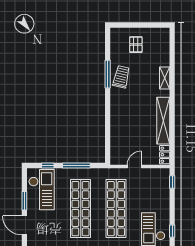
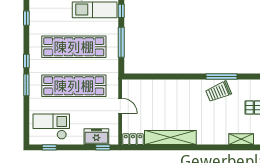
trolley: (121, 77) -> (218, 92), turned 144
shelving: (165, 78) -> (241, 139), moved
freezer: (162, 188) -> (96, 137), added

